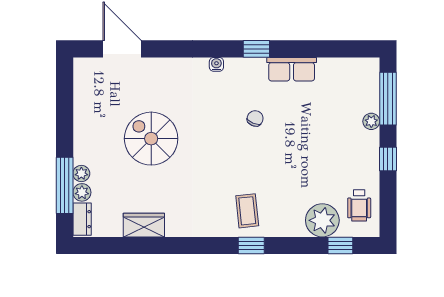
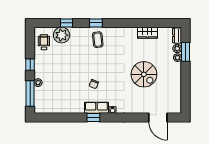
row of seats: (292, 69) -> (96, 108), moved
window: (65, 185) -> (186, 52), width x0.69
window: (340, 246) -> (66, 23), moved

